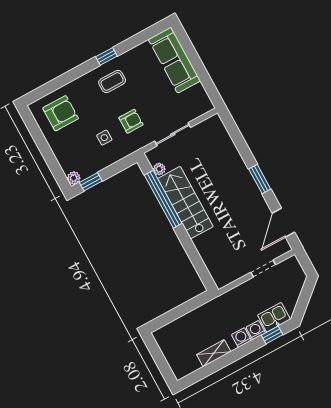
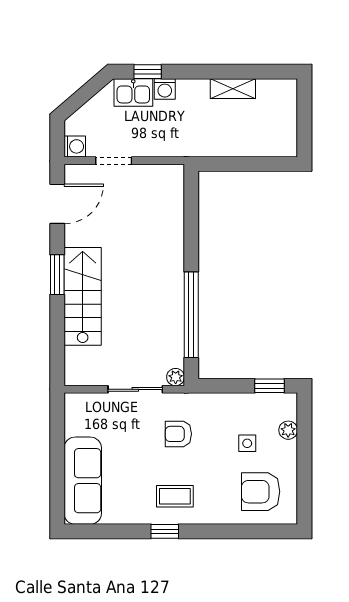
side table: (104, 138) -> (247, 443), moved
plant: (159, 169) -> (176, 377), moved
plant: (74, 178) -> (288, 430), moved
stairs: (185, 203) -> (83, 296), moved, turned 180
washing machine: (241, 338) -> (75, 146), moved, turned -90

